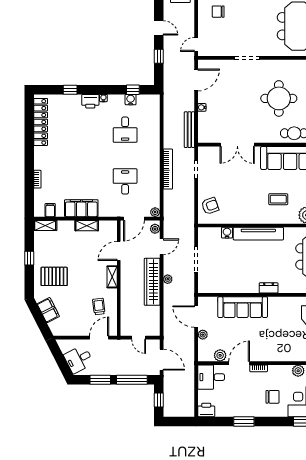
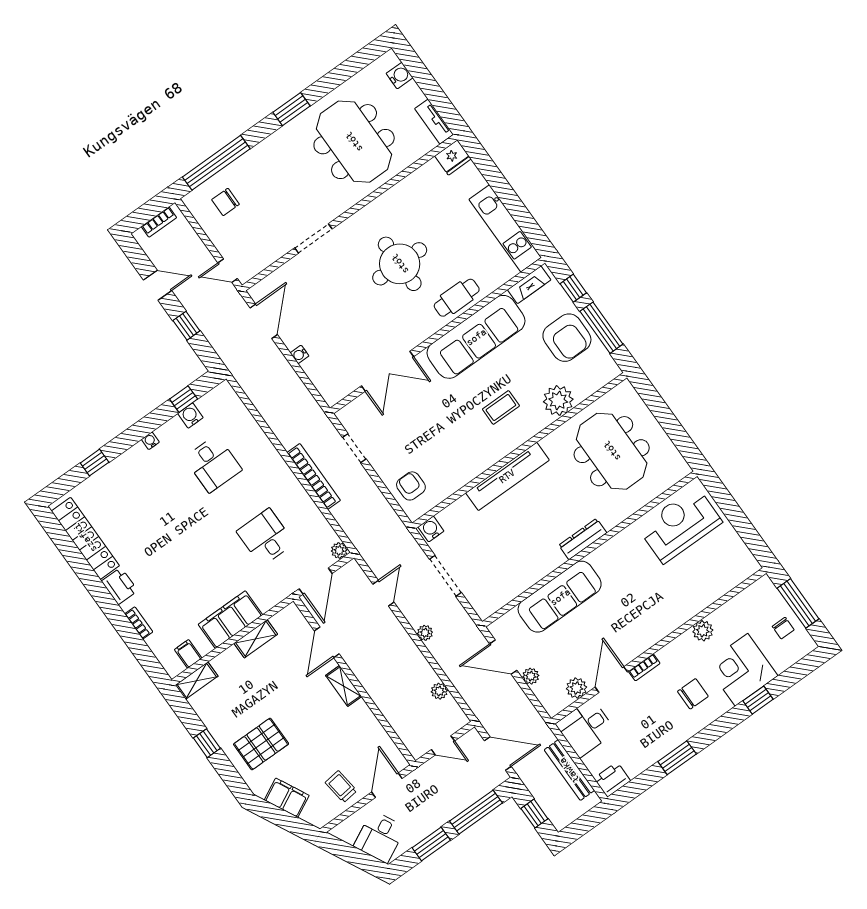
door: (196, 44) -> (228, 271), hinge flipped
printer: (90, 101) -> (120, 586), moved, turned -90
bench: (189, 130) -> (569, 770), moved
armchair: (210, 206) -> (411, 486), turned -70
plant: (155, 229) -> (439, 691), moved
water cooler: (227, 233) -> (431, 529), moved
wardrobe: (152, 282) -> (405, 652), removed
dresser: (269, 288) -> (583, 539), width x1.44
trolley: (99, 307) -> (341, 787), moved

